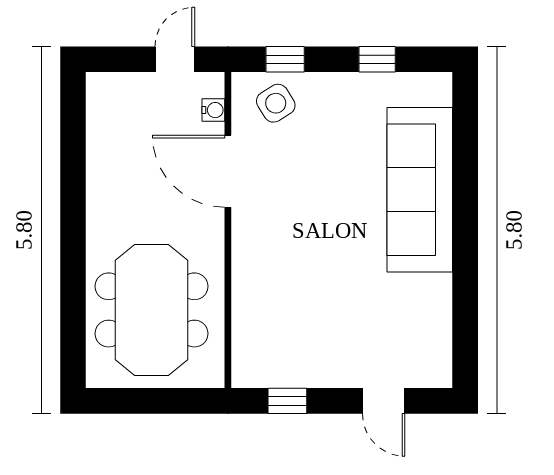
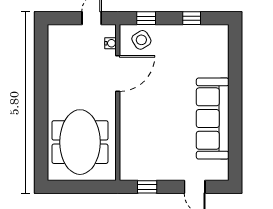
door: (228, 171) -> (118, 74), swing flipped
sofa: (420, 190) -> (213, 119), moved

